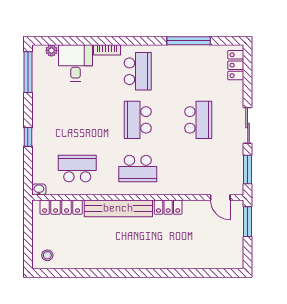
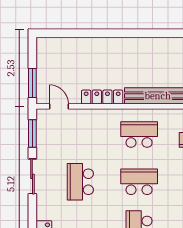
school desk: (138, 120) -> (139, 182), turned -90
locker: (168, 207) -> (102, 97), width x1.53

